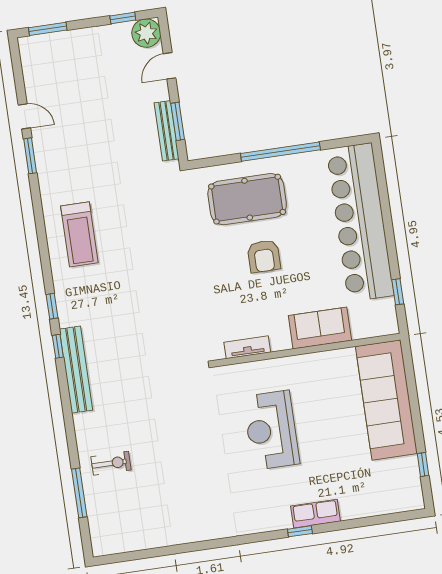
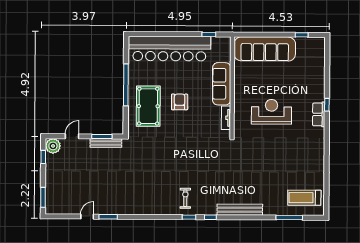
door: (170, 66) -> (72, 136), swing flipped
treadmill: (79, 234) -> (304, 198), moved, turned 180
armchair: (264, 256) -> (180, 102), turned -90
sofa: (320, 328) -> (222, 84), width x1.36
bench: (76, 370) -> (240, 210), moved
reception desk: (271, 430) -> (271, 112), turned 180
exercise bike: (111, 463) -> (185, 198), moved
row of seats: (315, 514) -> (319, 114), moved

